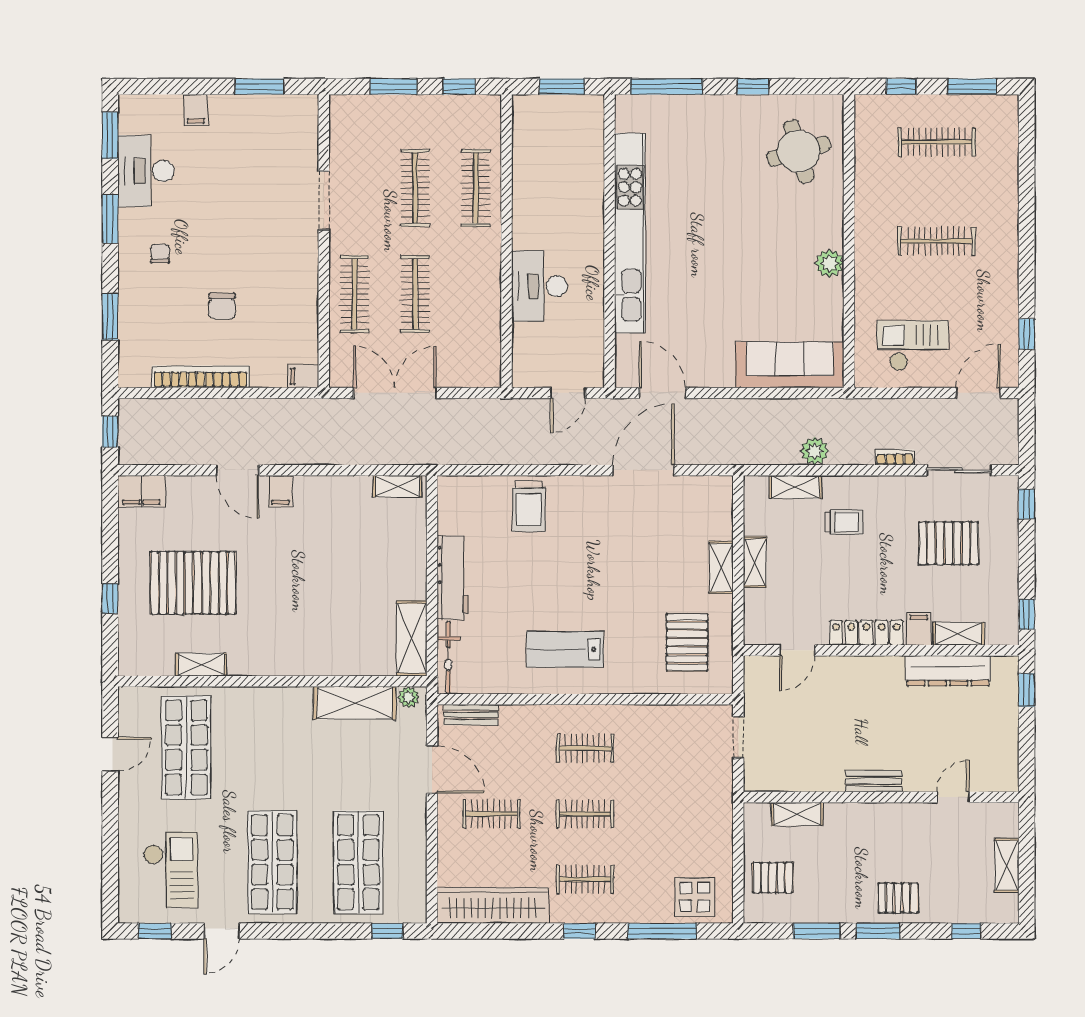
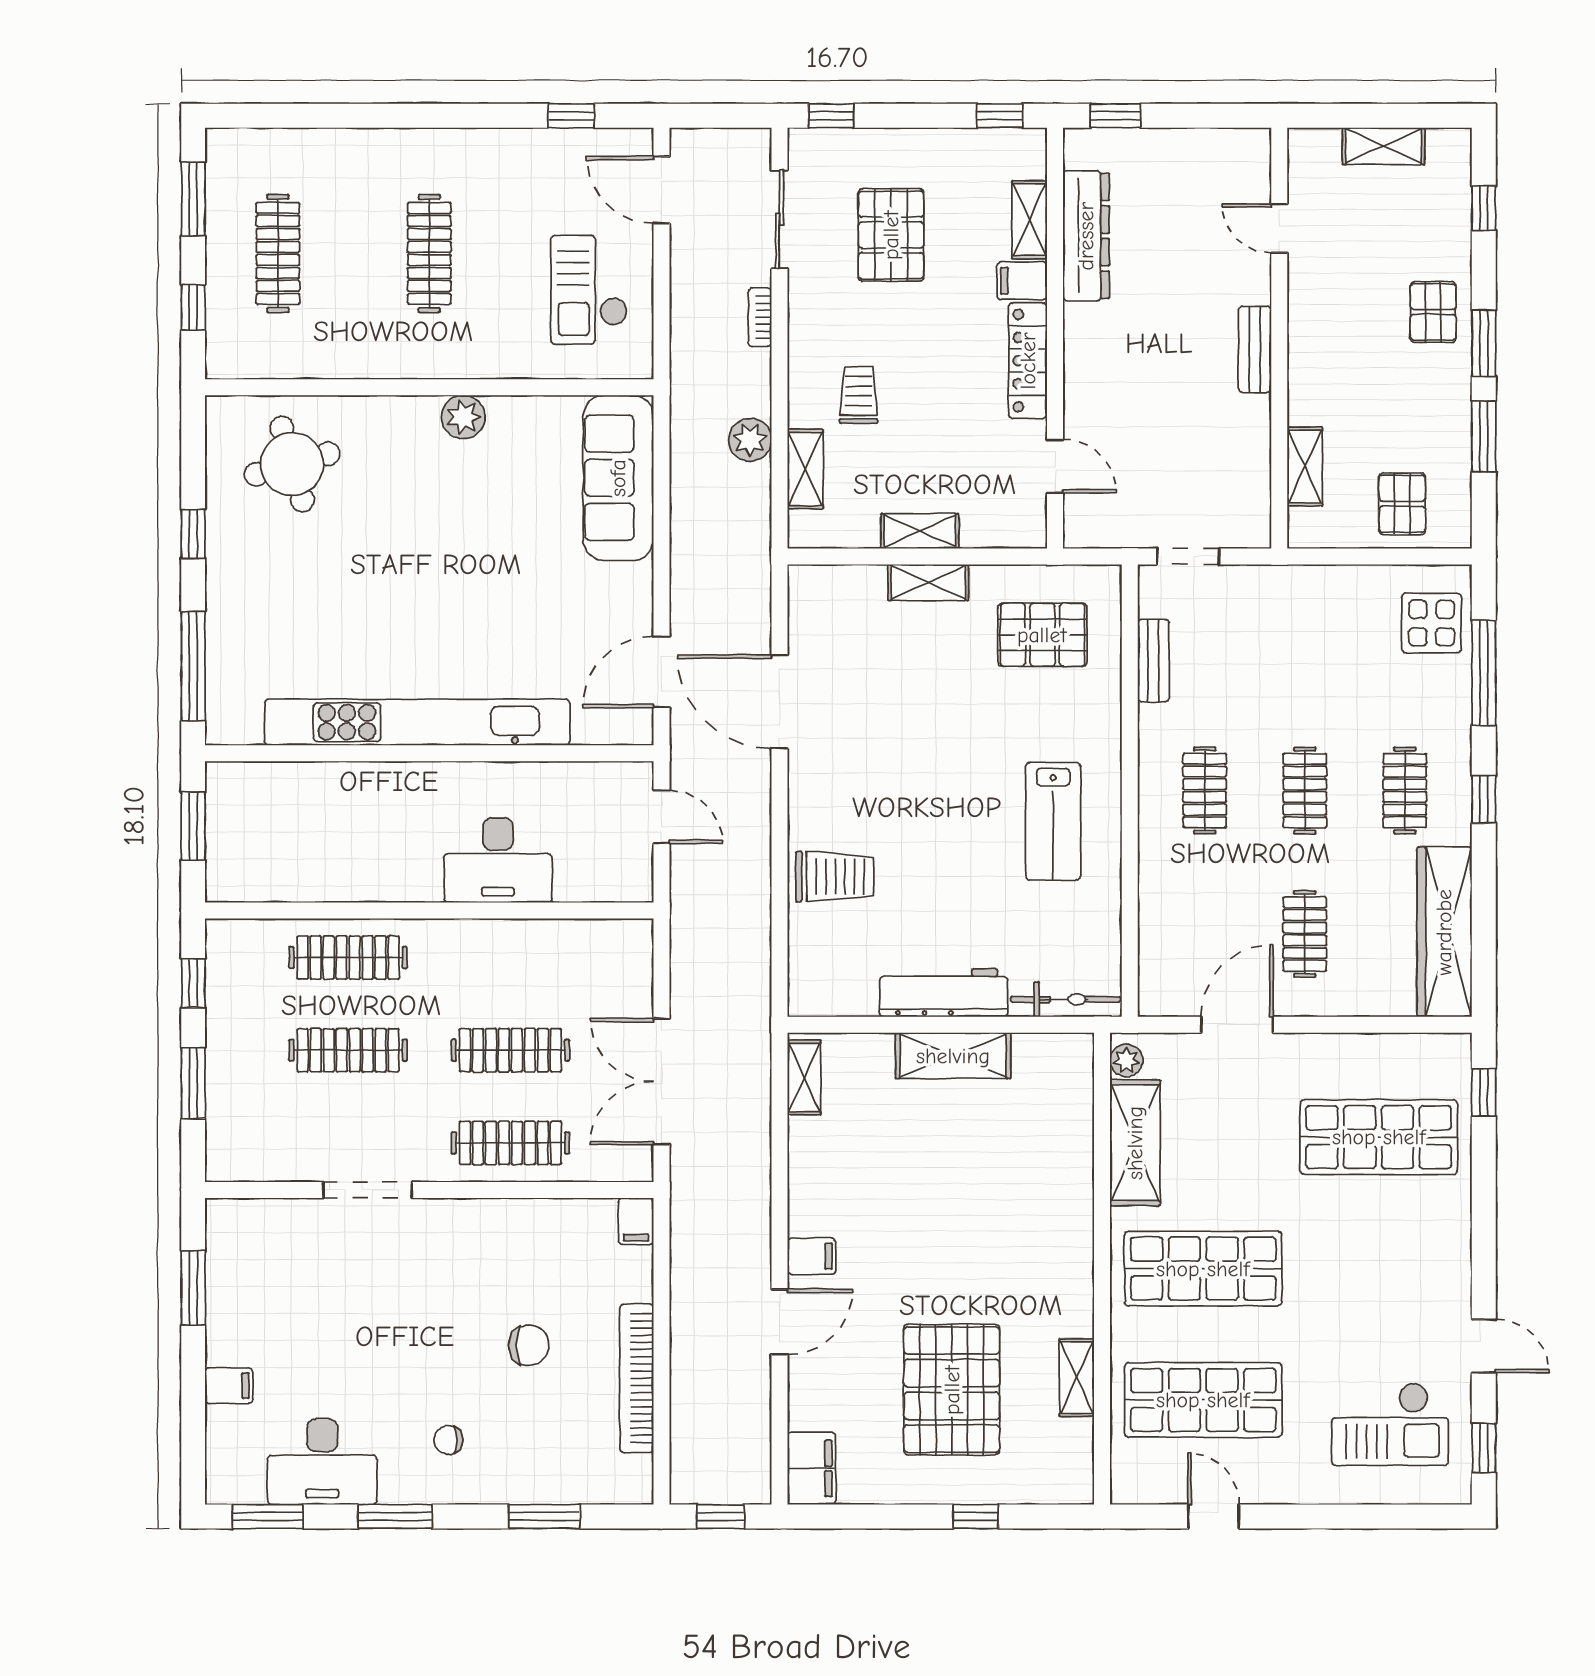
shelving: (412, 638) -> (953, 1056), moved
bench: (471, 715) -> (1153, 660), moved
shop shelf: (272, 862) -> (1203, 1269), moved
checkout: (170, 870) -> (1390, 1424), turned 180

